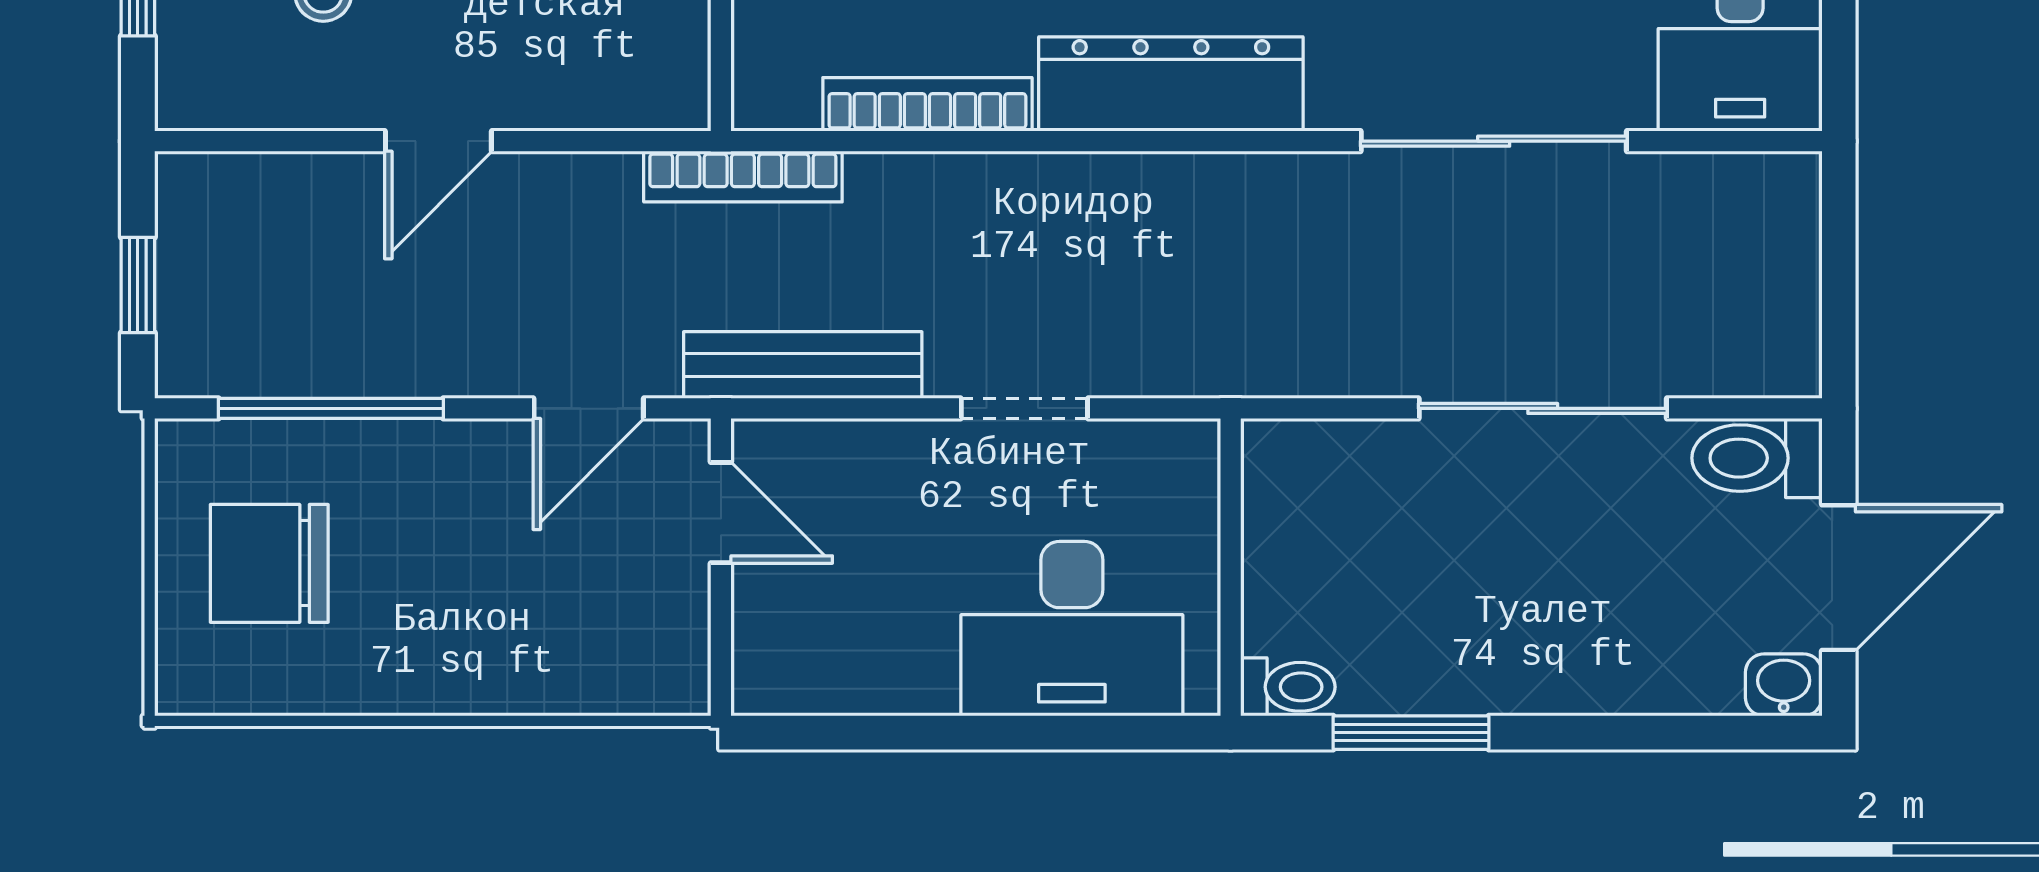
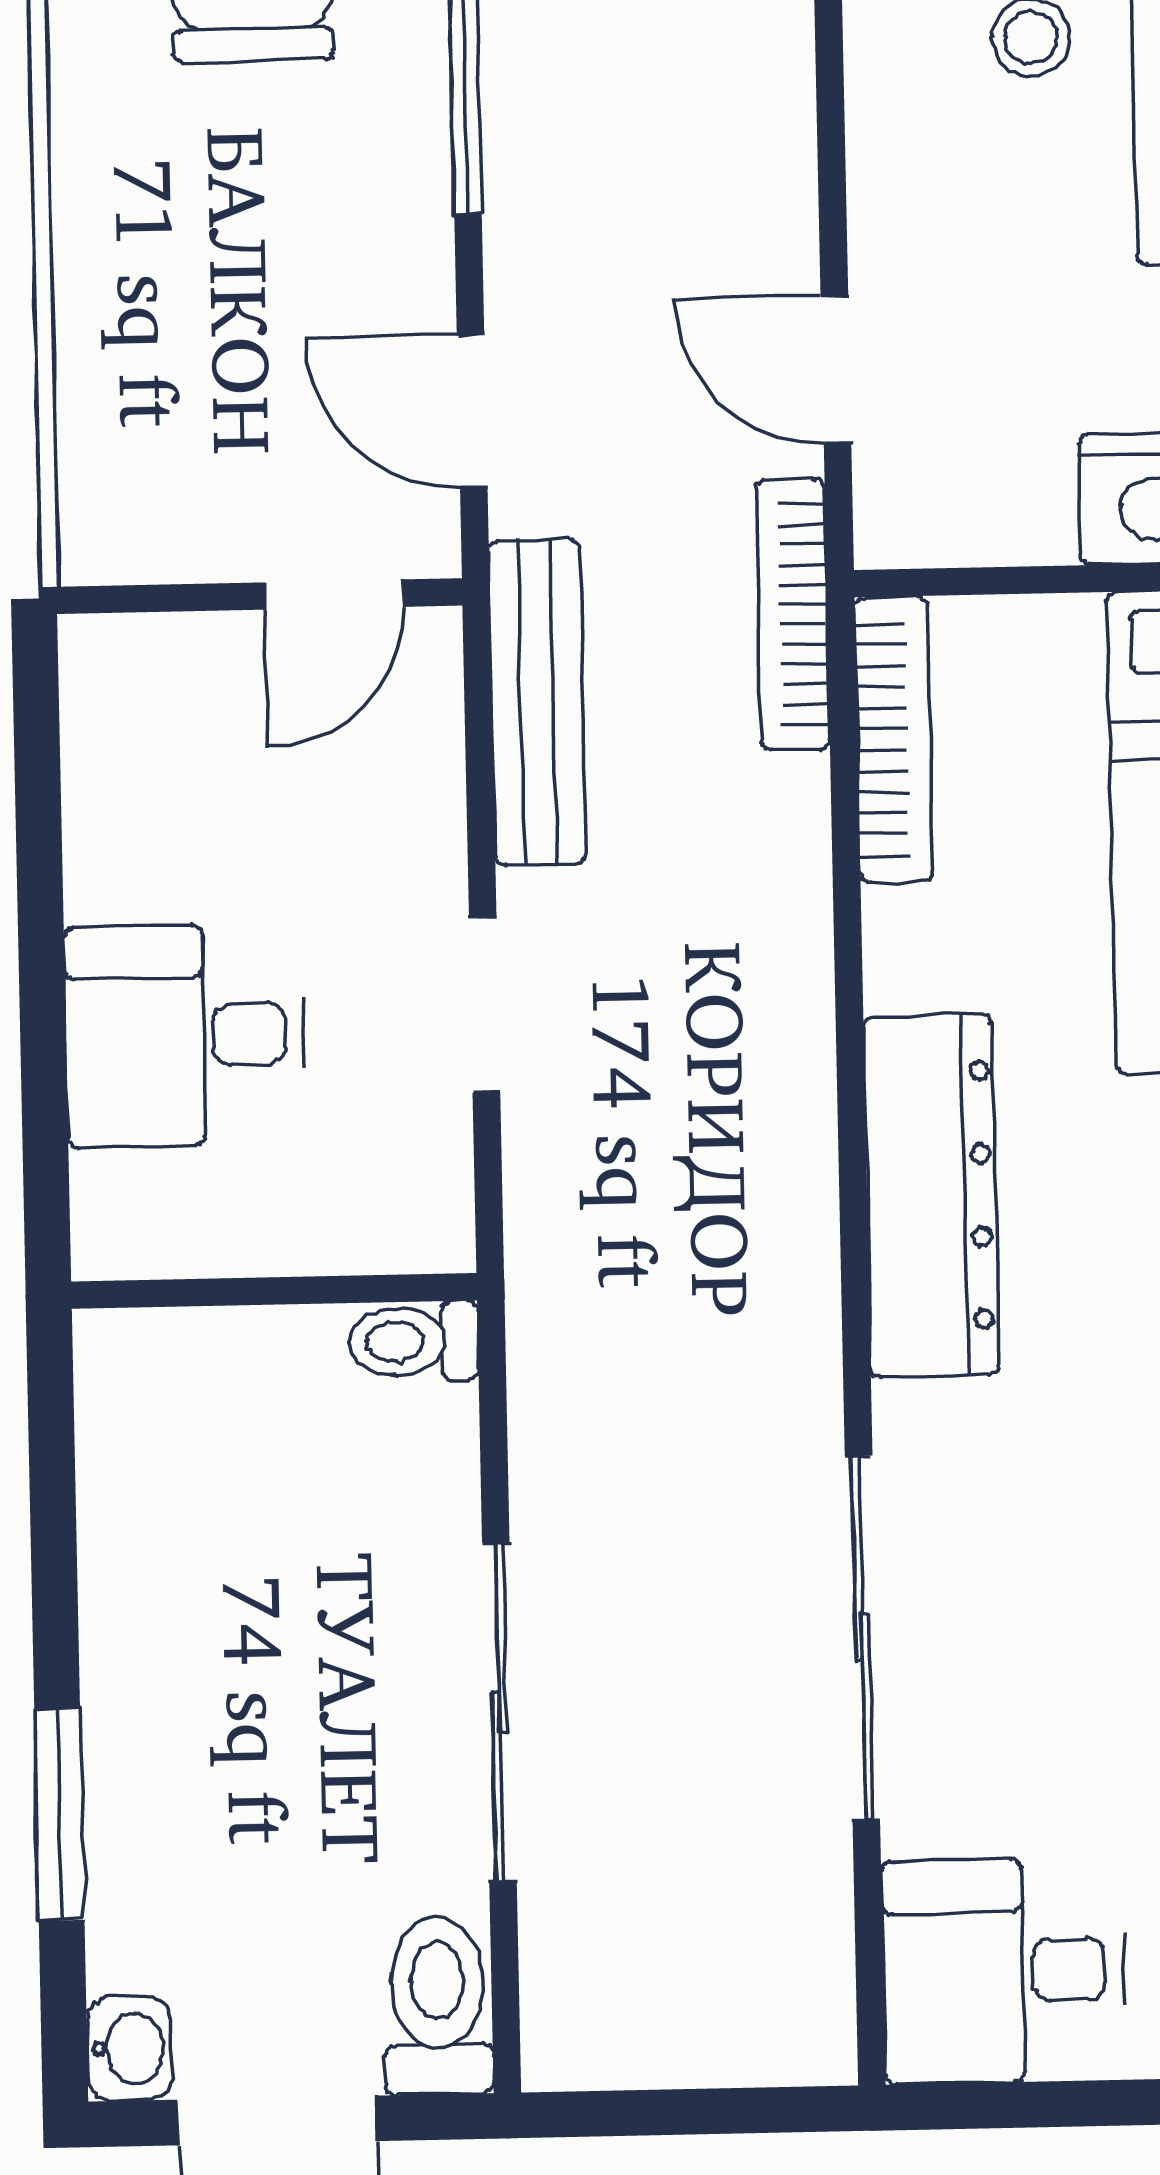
bookcase: (927, 104) -> (894, 739), moved
door: (438, 141) -> (836, 369), moved
desk: (1072, 629) -> (185, 1035), width x0.73
toilet: (1288, 687) -> (413, 1341), moved, turned 90
window: (1411, 733) -> (59, 1814), moved

